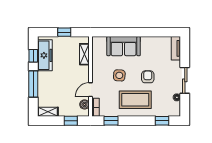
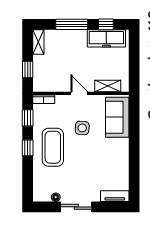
window: (64, 32) -> (134, 62), removed
sofa: (124, 46) -> (117, 117), moved
armchair: (148, 77) -> (80, 162), removed
door: (91, 90) -> (79, 93), moved
boiler: (85, 104) -> (47, 86), removed
window: (162, 121) -> (28, 148), moved

